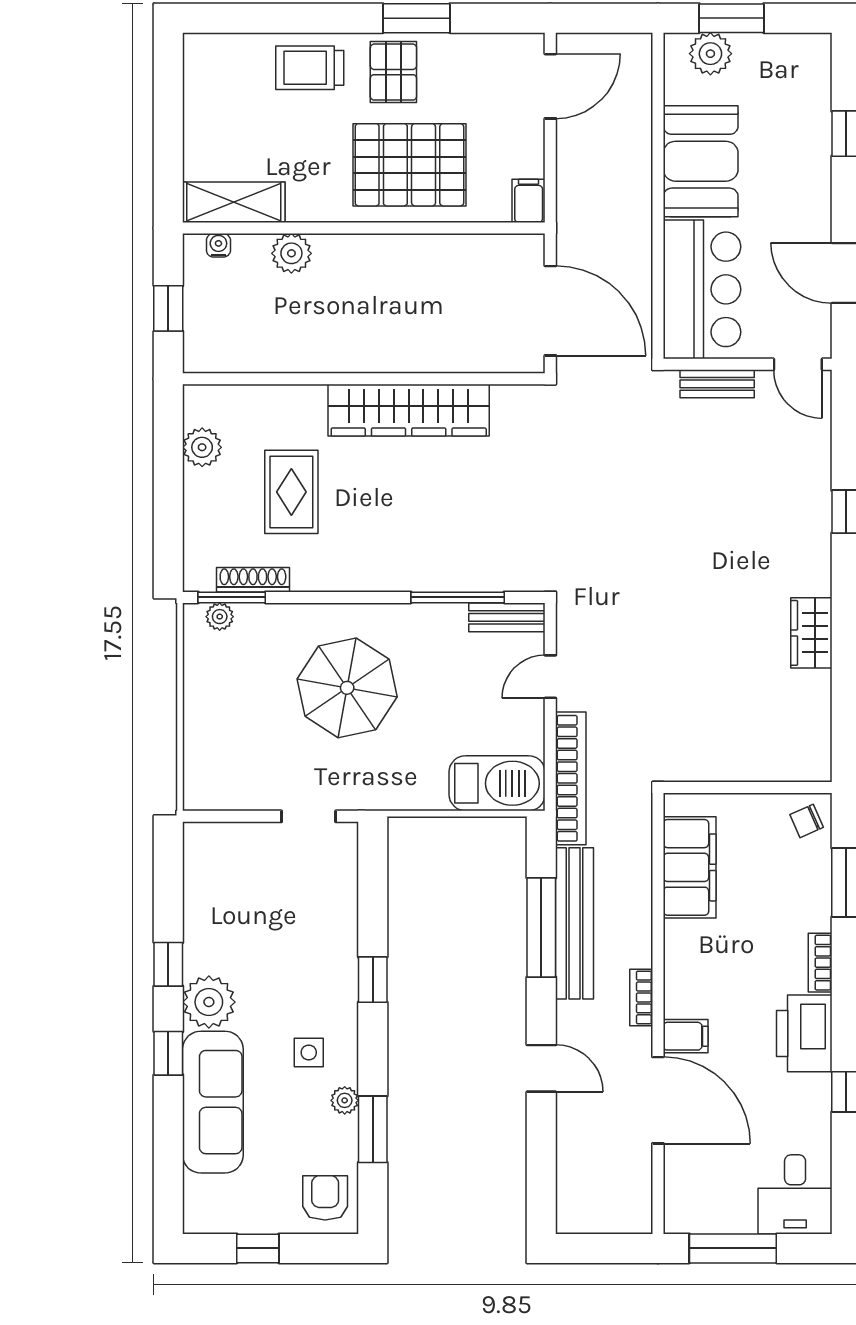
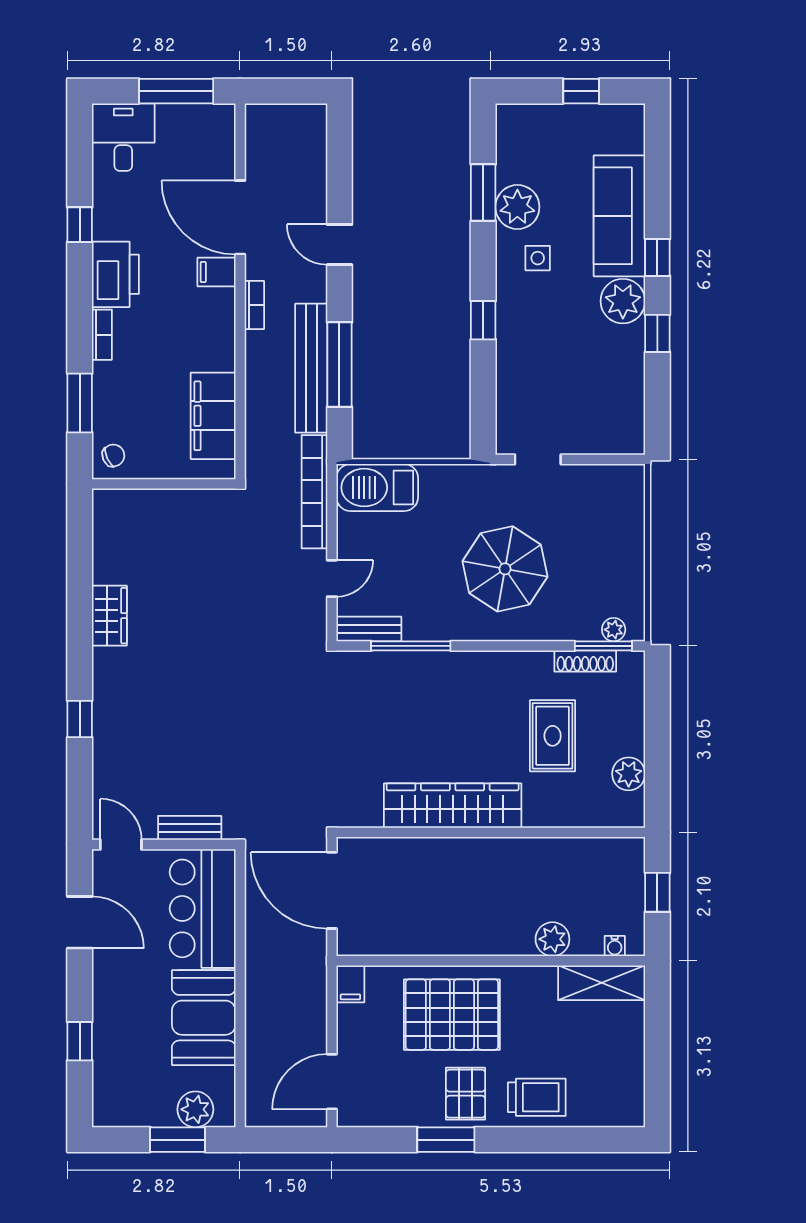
plant: (345, 1100) -> (517, 207), width x1.87, depth x1.87
armchair: (325, 1198) -> (524, 134), removed

